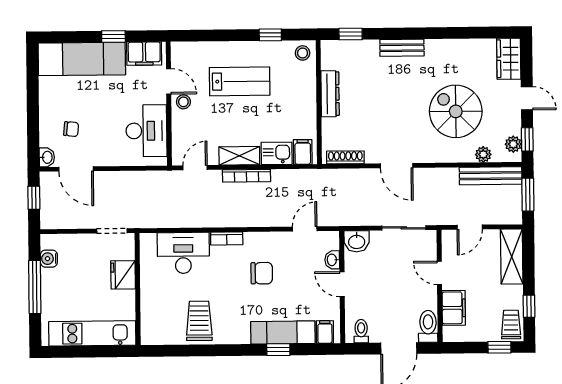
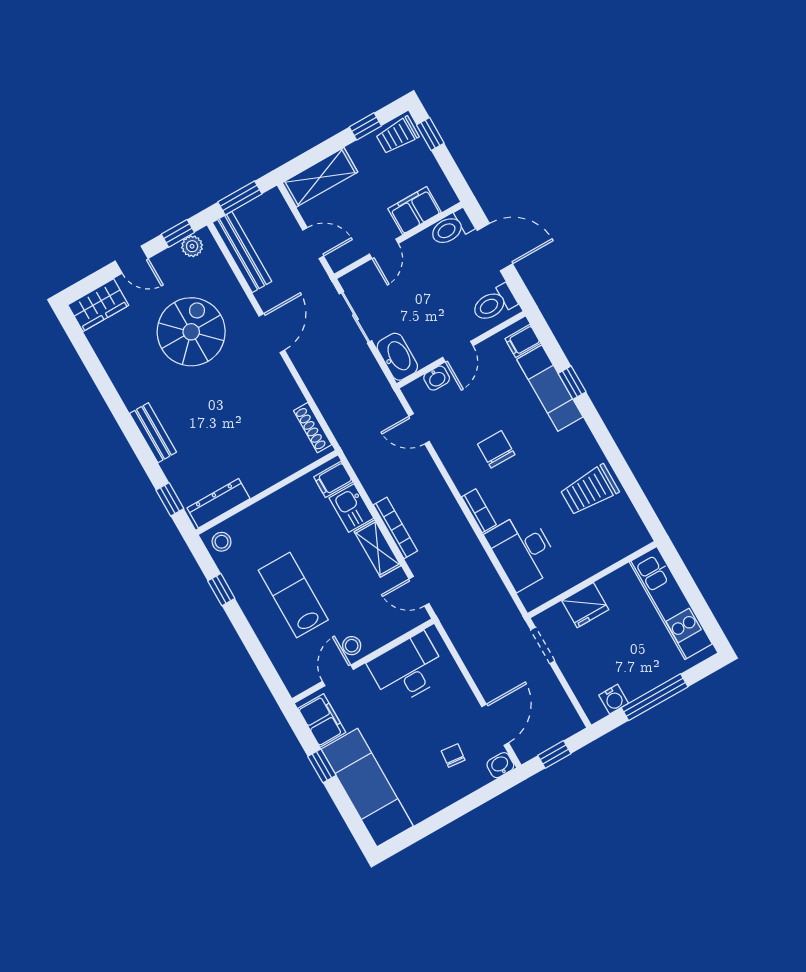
dresser: (330, 94) -> (218, 503), moved
door: (527, 98) -> (132, 260), swing flipped
spiral stairs: (456, 111) -> (191, 332), turned 180
plant: (483, 154) -> (223, 274), removed
door: (397, 166) -> (272, 333), moved
washbasin: (357, 241) -> (397, 357), width x1.38
toilet: (361, 331) -> (494, 303), width x1.37, depth x1.39

